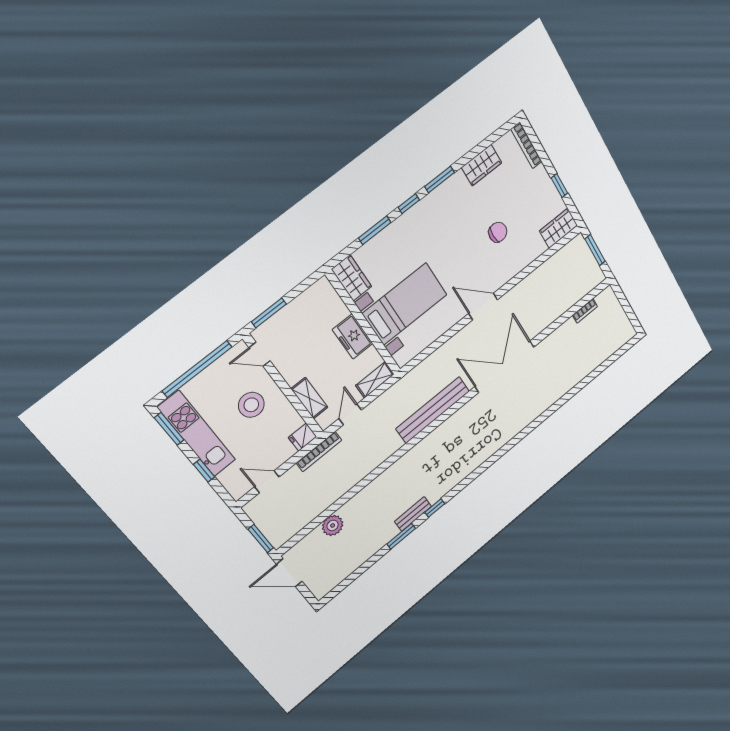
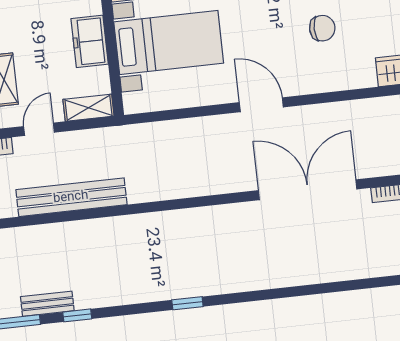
double door: (504, 367) -> (308, 190), moved
bench: (433, 410) -> (71, 197), moved
window: (497, 456) -> (187, 303), added

